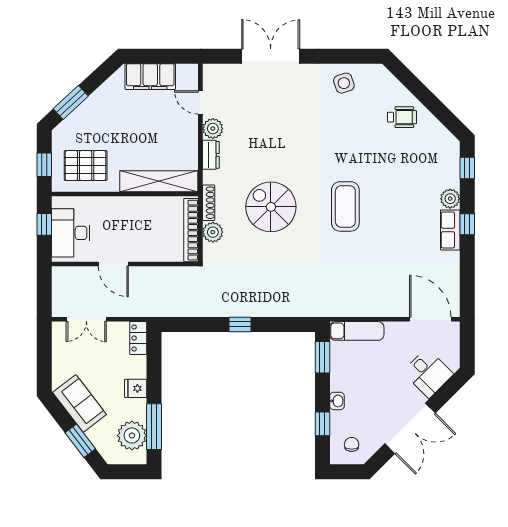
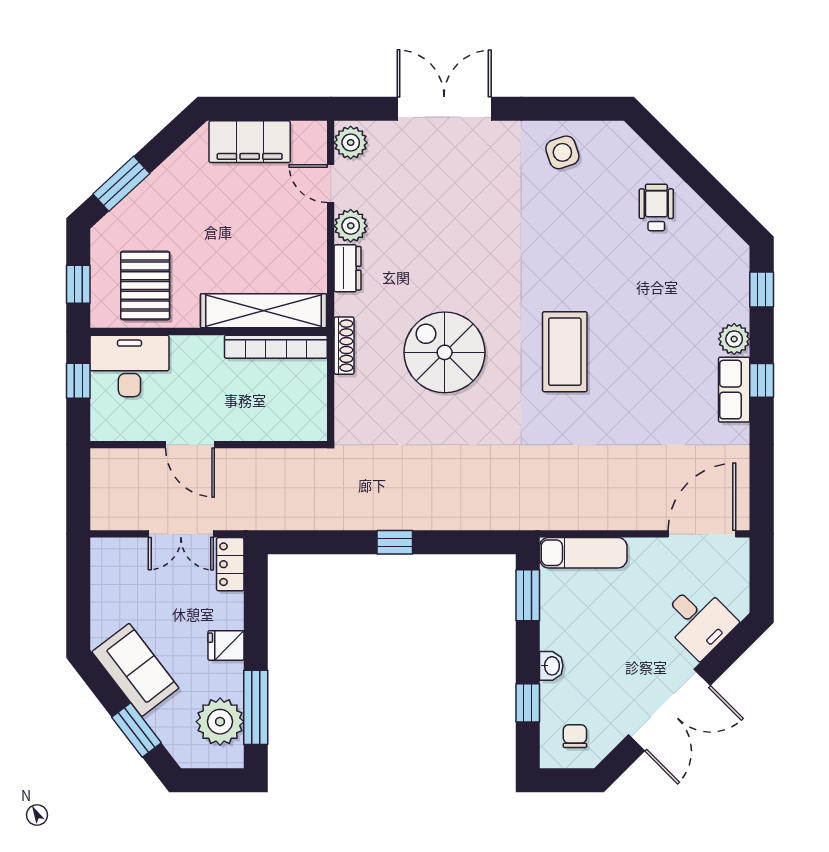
wheelchair: (402, 117) -> (656, 207), turned -90
pallet: (86, 166) -> (145, 286), turned 90
bookcase: (191, 230) -> (276, 347), moved, turned -90
plant: (213, 232) -> (351, 143), moved
desk: (71, 233) -> (129, 366), moved, turned 90
double door: (86, 319) -> (181, 534), moved
door: (430, 319) -> (702, 534), hinge flipped

